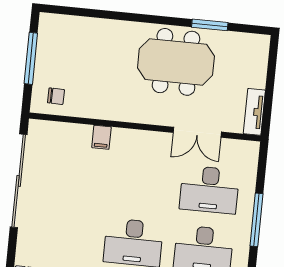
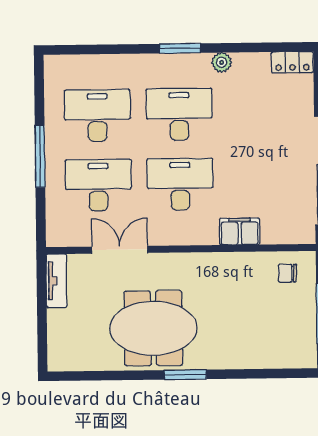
window: (210, 25) -> (185, 375), moved
filing cabinet: (101, 137) -> (240, 231), width x2.00
desk: (139, 183) -> (180, 184), added

